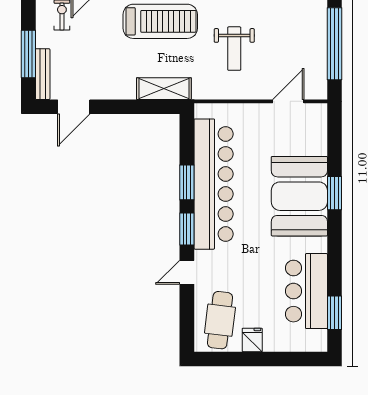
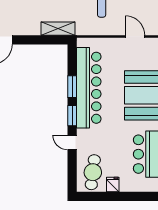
door: (288, 101) -> (135, 36), hinge flipped
door: (187, 272) -> (72, 142), hinge flipped

